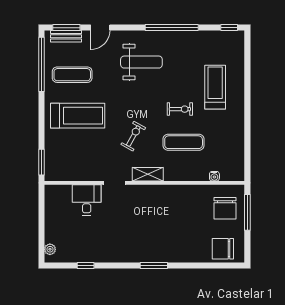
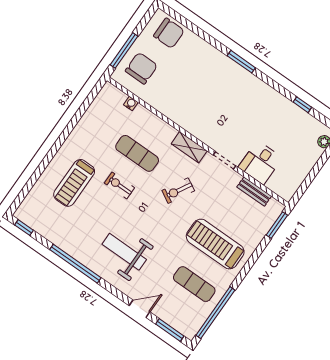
bench: (66, 36) -> (254, 192), moved

